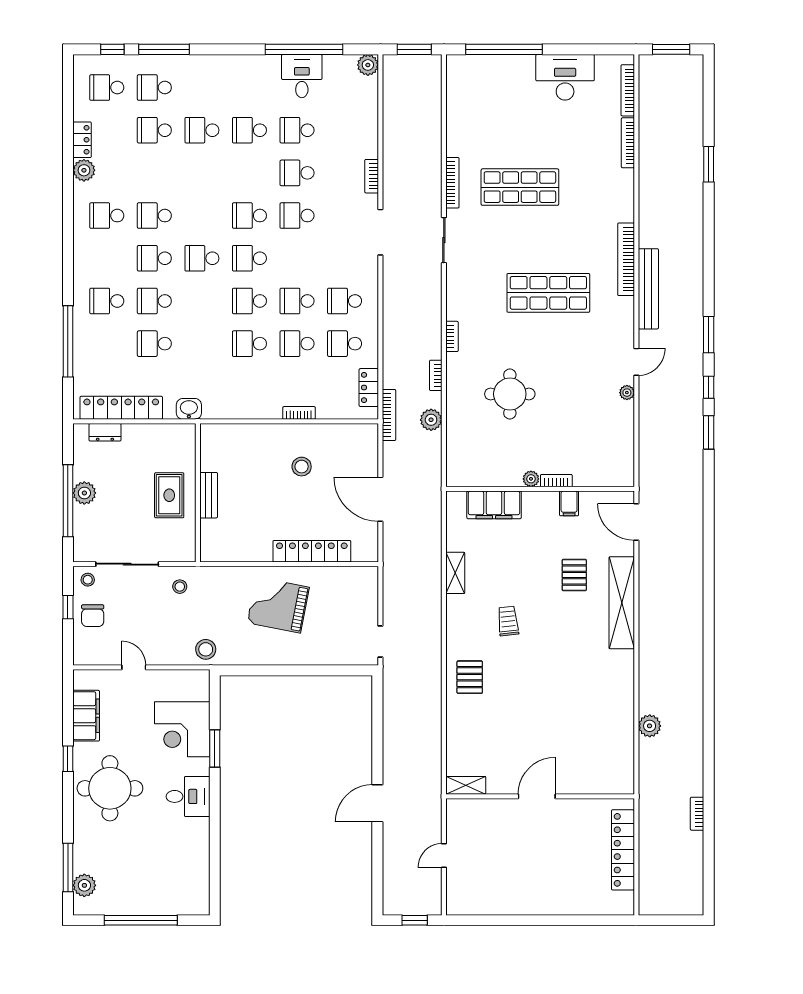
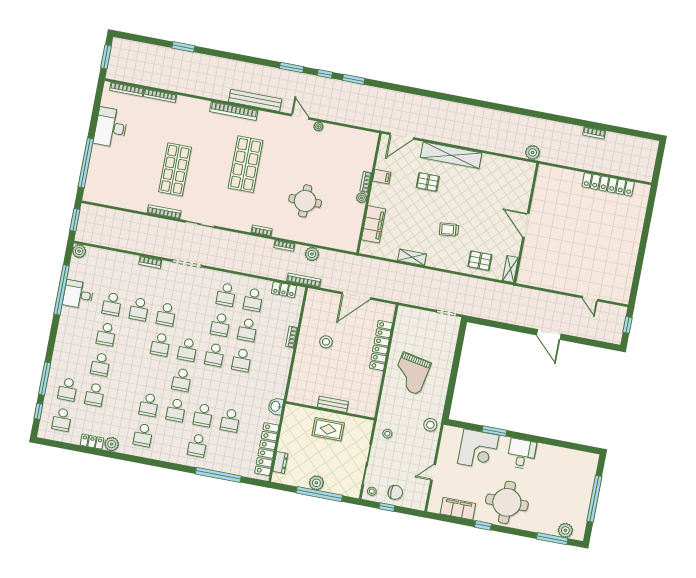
shelving: (466, 785) -> (510, 269), moved
door: (537, 796) -> (526, 225), moved
wall: (540, 796) -> (526, 223), moved

